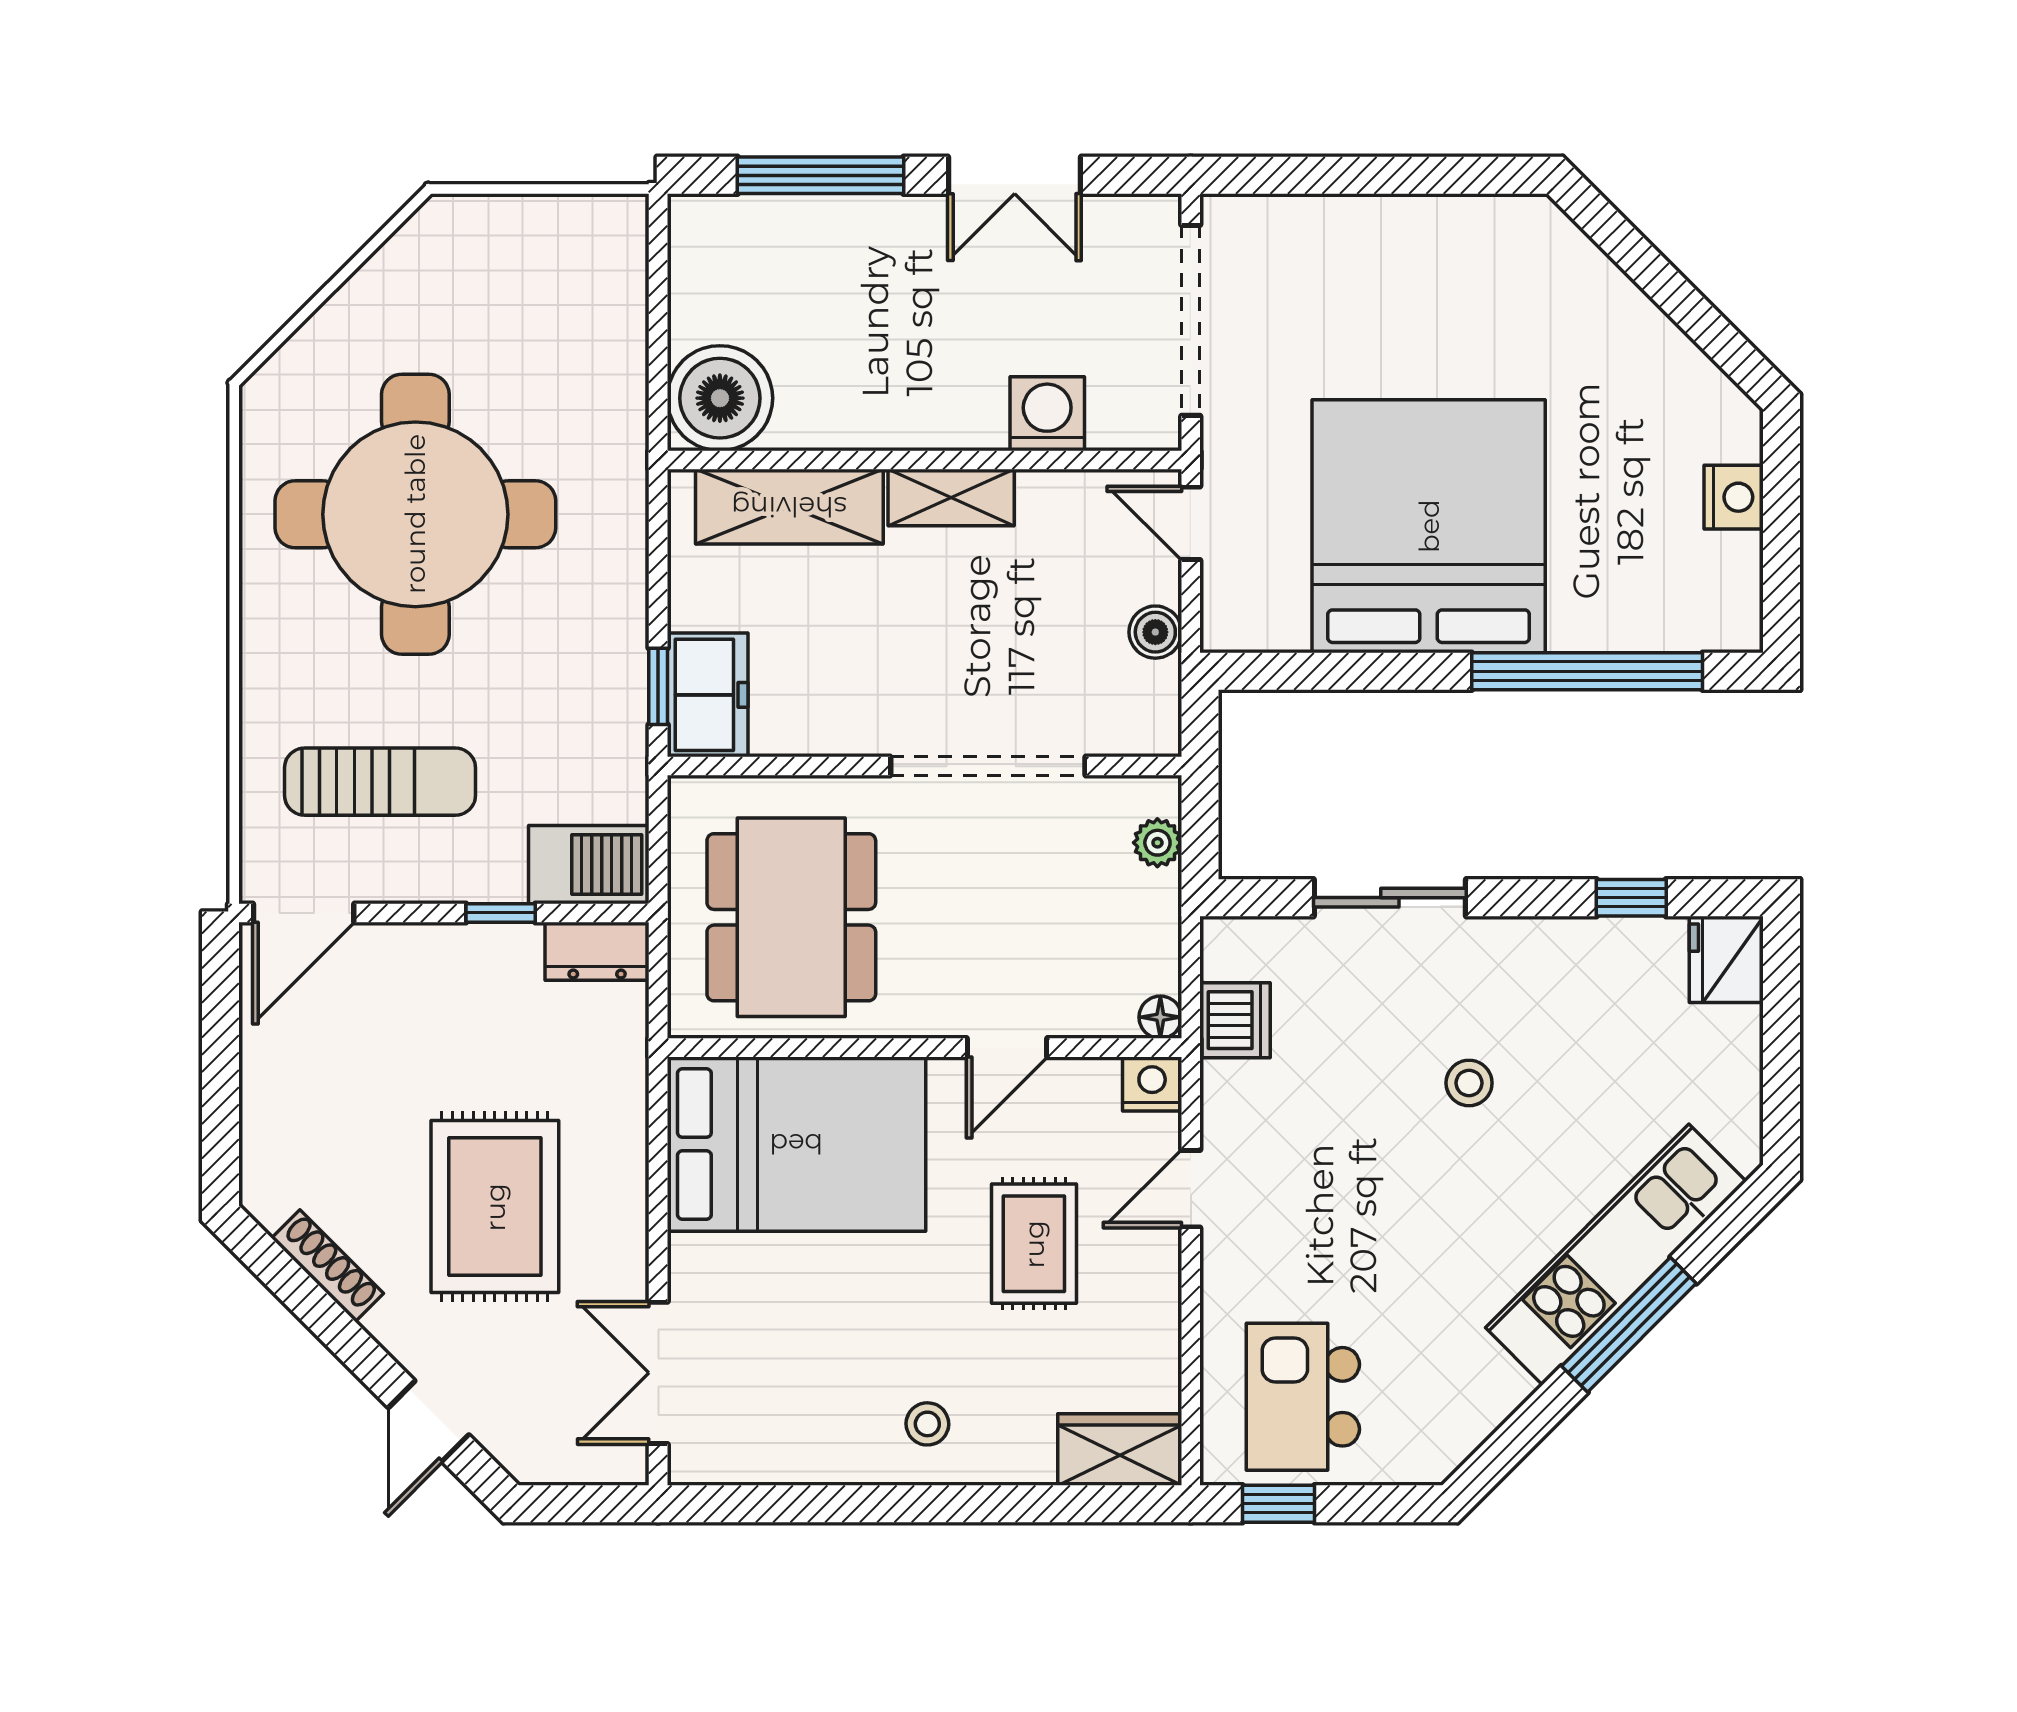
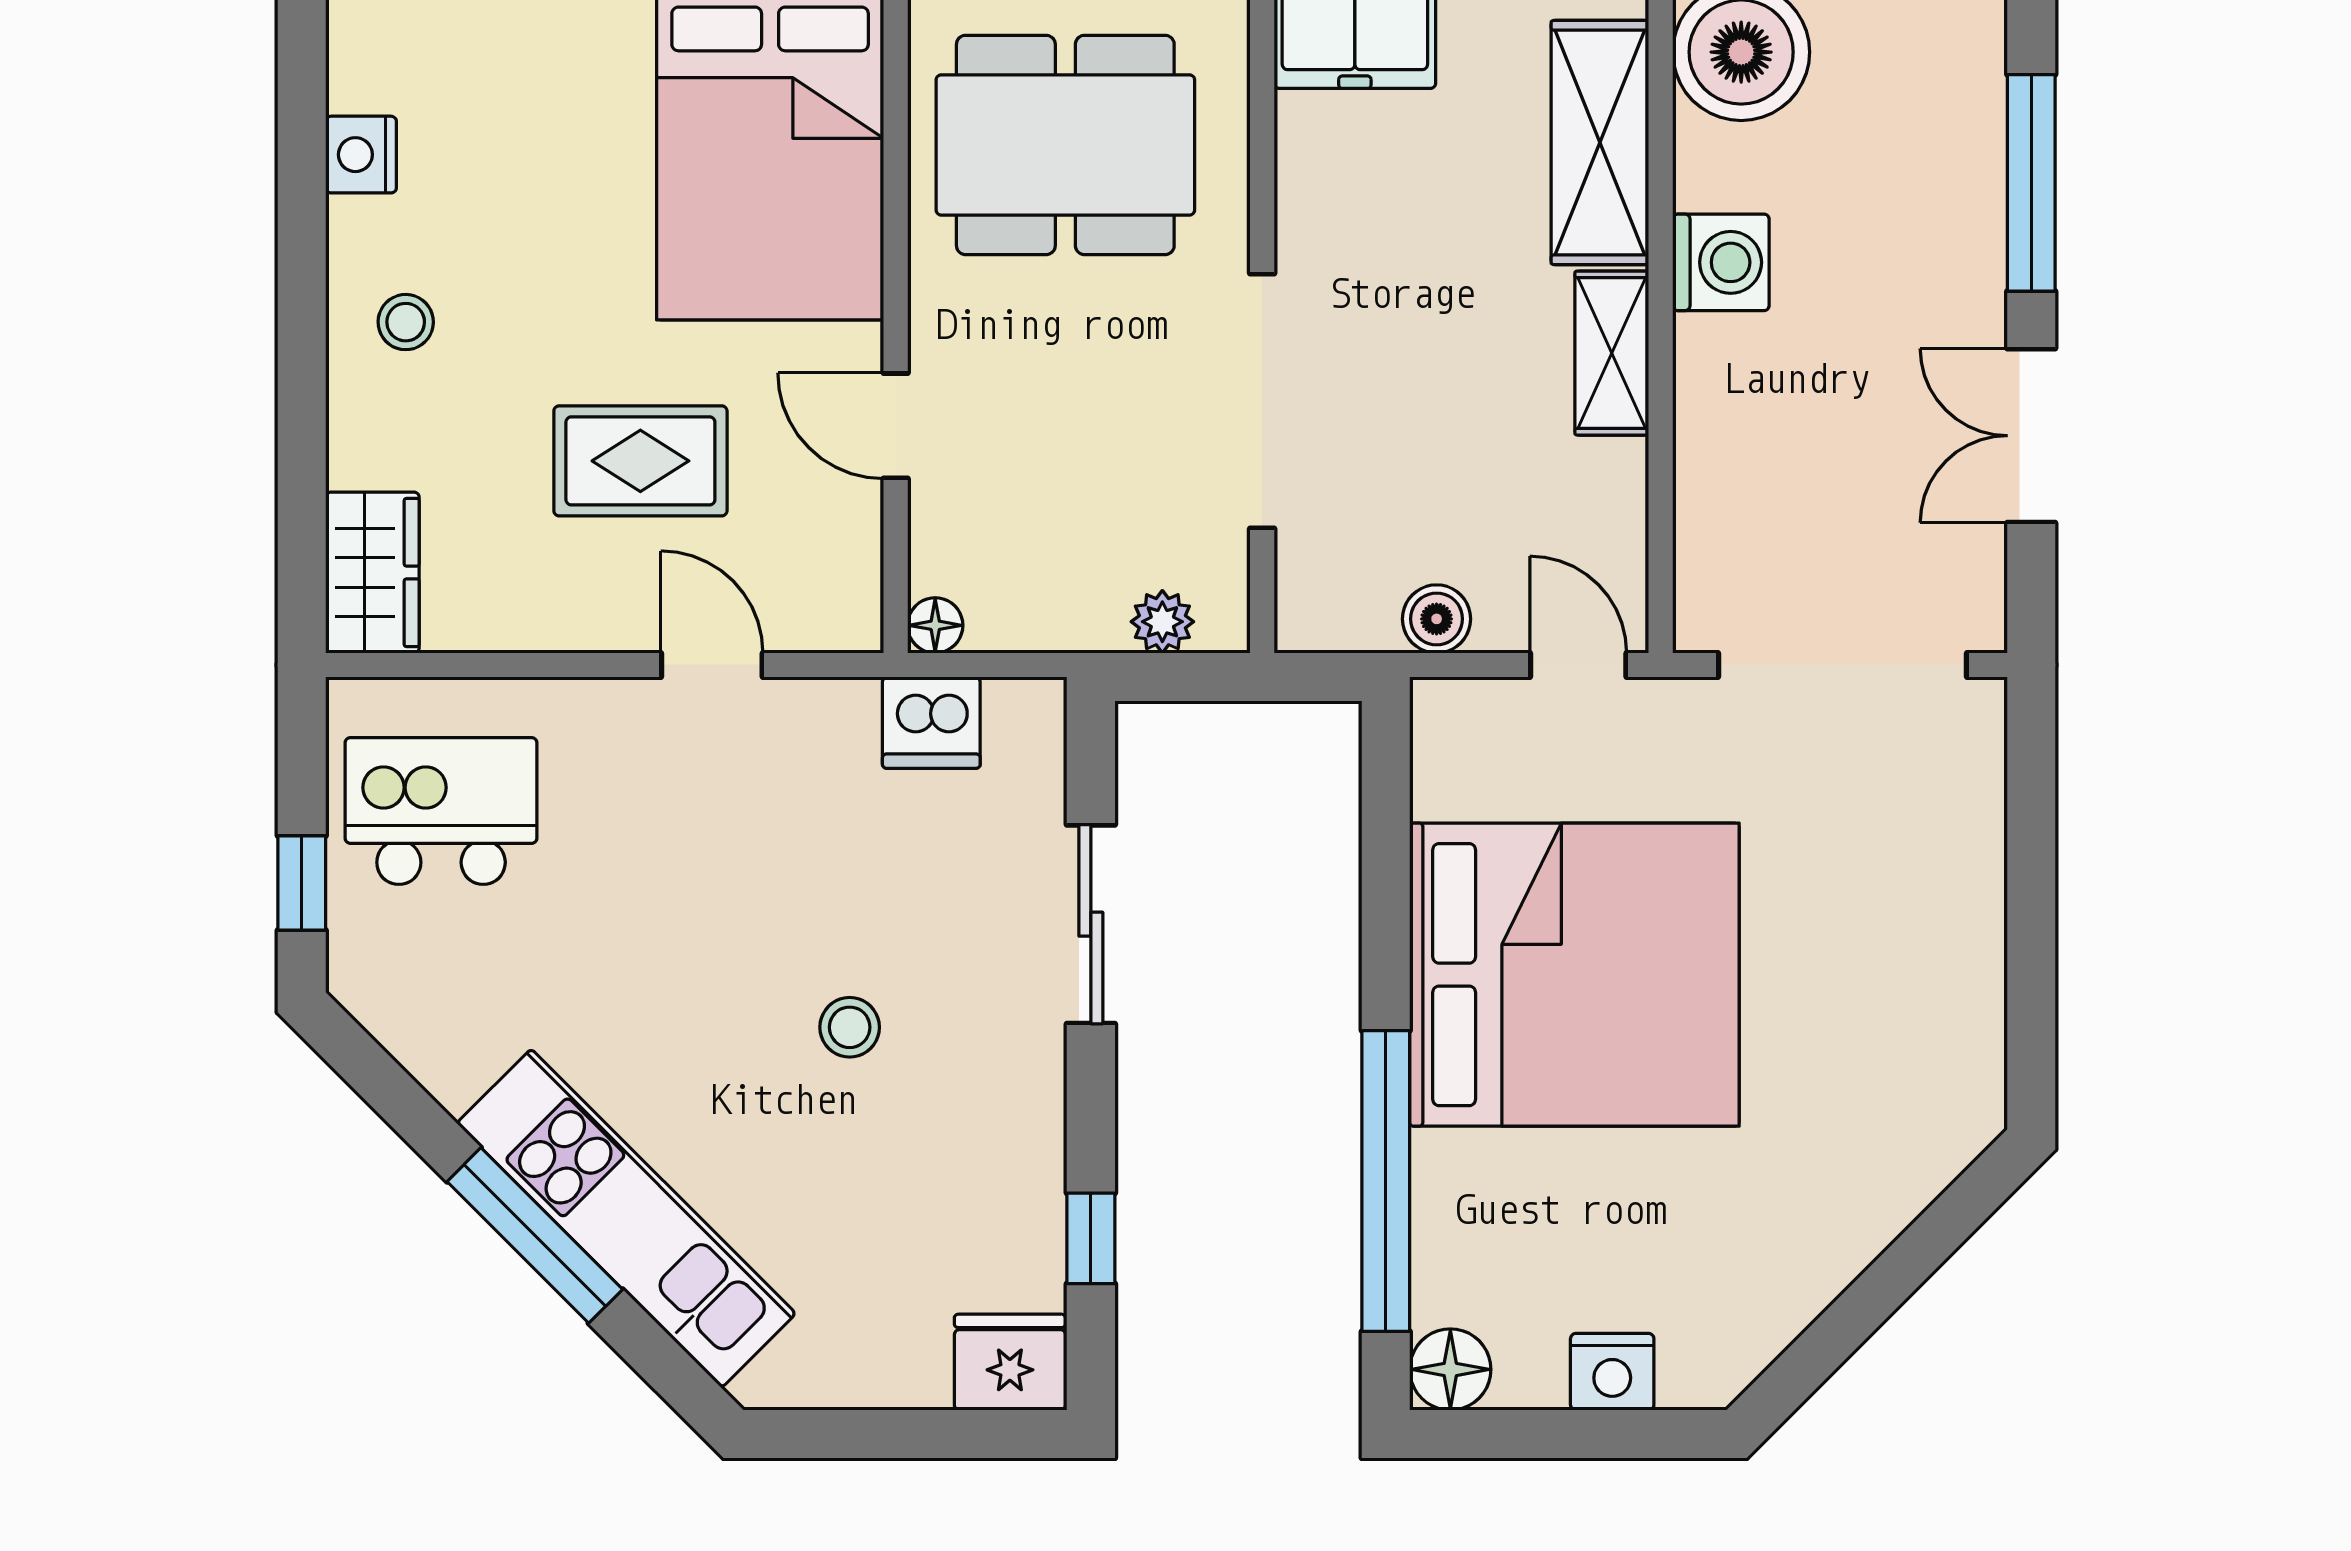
washing machine: (1047, 414) -> (1721, 262), moved
door: (1191, 523) -> (1578, 665), hinge flipped
floor lamp: (1732, 622) -> (1450, 1369), added
nightstand: (1152, 1084) -> (361, 155), moved, turned 180
window: (1278, 1504) -> (302, 883), moved

